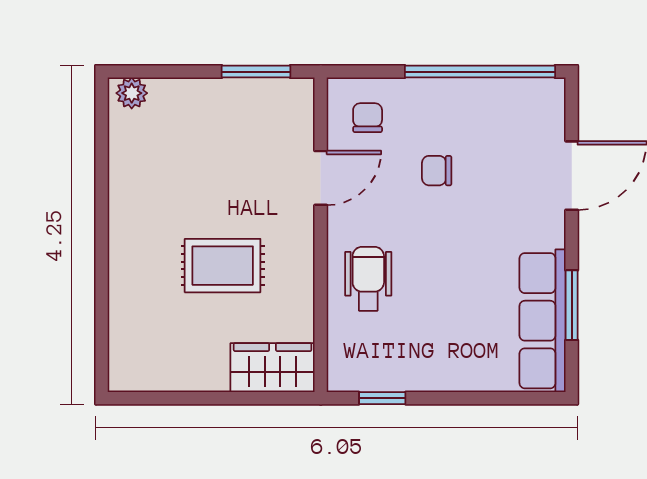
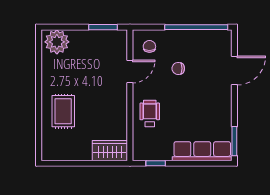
plant: (132, 93) -> (57, 42), width x1.88, depth x1.88
rug: (223, 266) -> (63, 111), moved, turned 90
window: (572, 305) -> (234, 141), moved
row of seats: (543, 321) -> (202, 151), moved, turned 90

